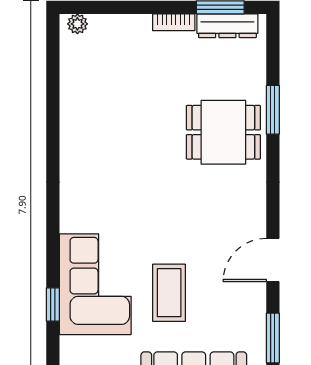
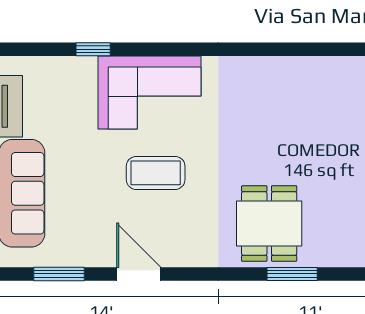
corner sofa: (95, 284) -> (149, 92), moved
coffee table: (169, 293) -> (156, 173), moved

